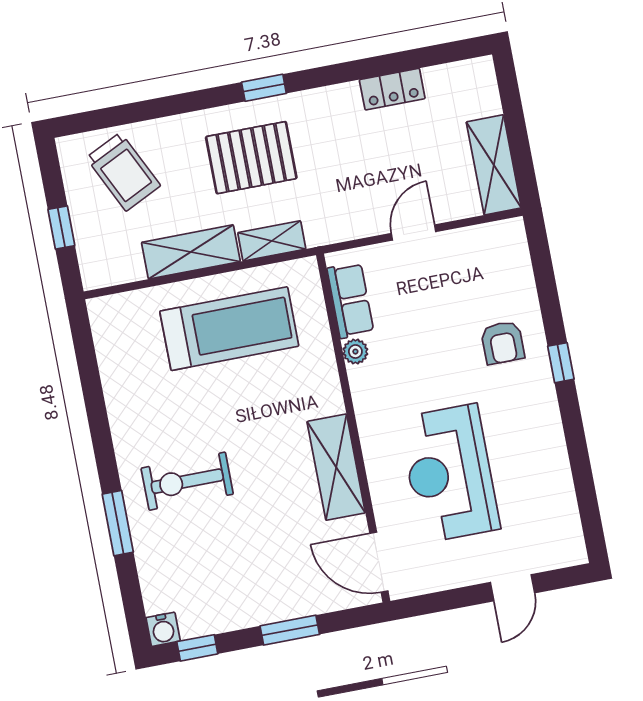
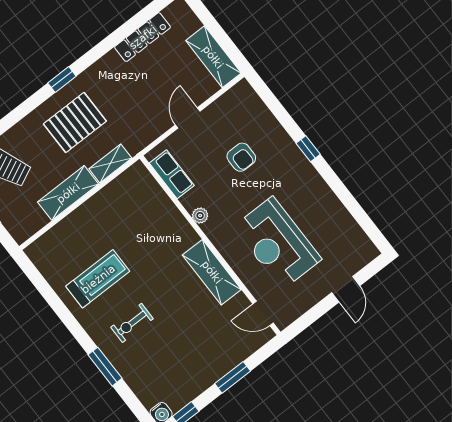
locker: (392, 89) -> (143, 37), width x1.53
treadmill: (229, 329) -> (98, 279), moved, width x0.73, depth x0.73
armchair: (503, 343) -> (241, 157), moved
plant: (355, 352) -> (200, 215), moved
exercise bike: (187, 481) -> (132, 323), width x0.73, depth x0.72
door: (379, 562) -> (263, 313), width x0.73

